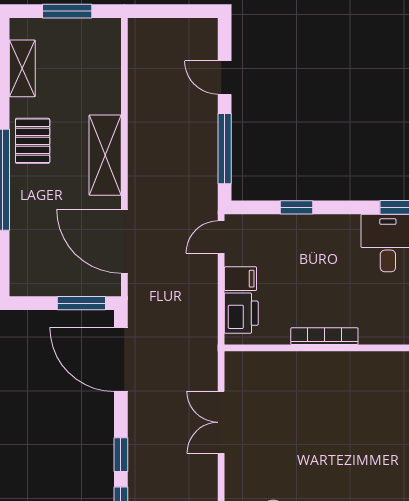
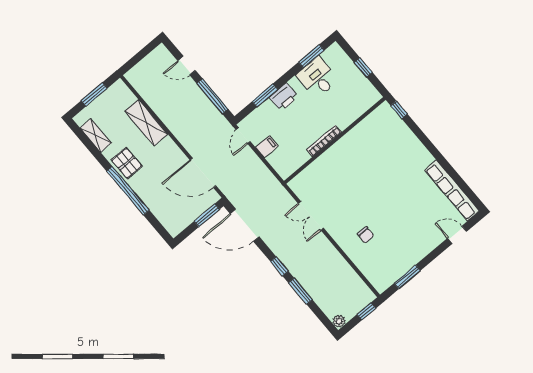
shelving: (105, 155) -> (146, 123), moved
window: (297, 207) -> (265, 95), width x1.50
printer: (241, 313) -> (284, 97), moved, turned 90

